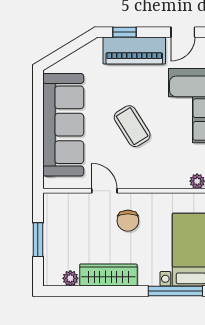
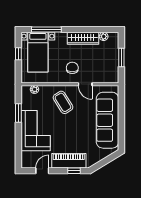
coffee table: (132, 126) -> (63, 102), moved

